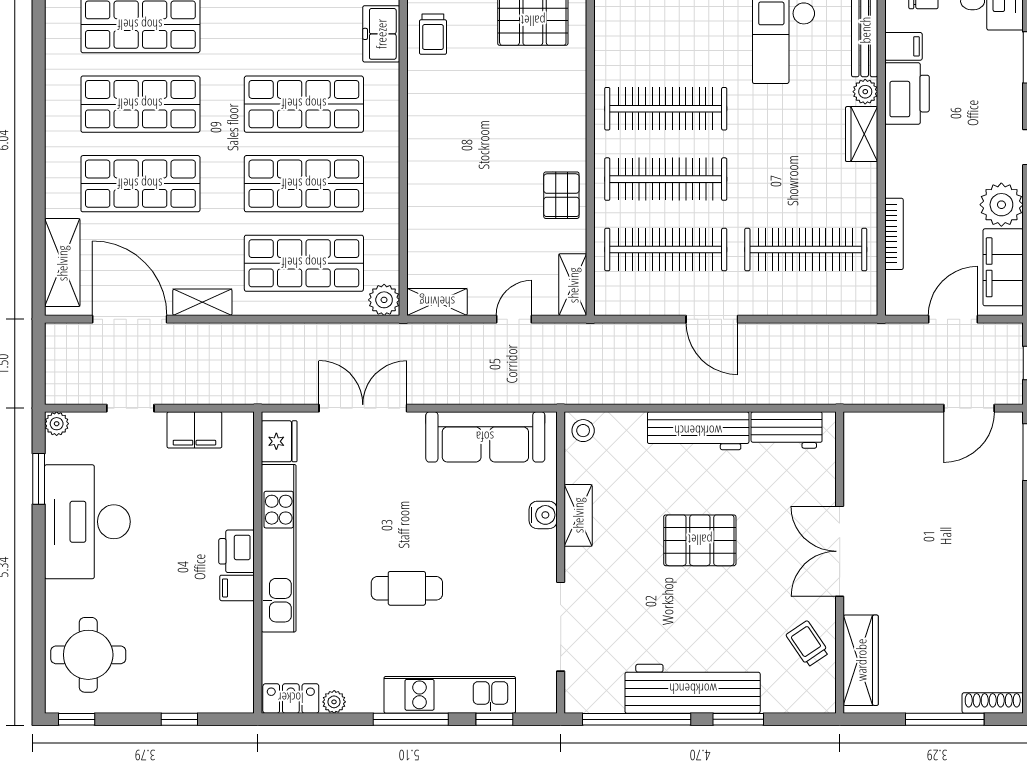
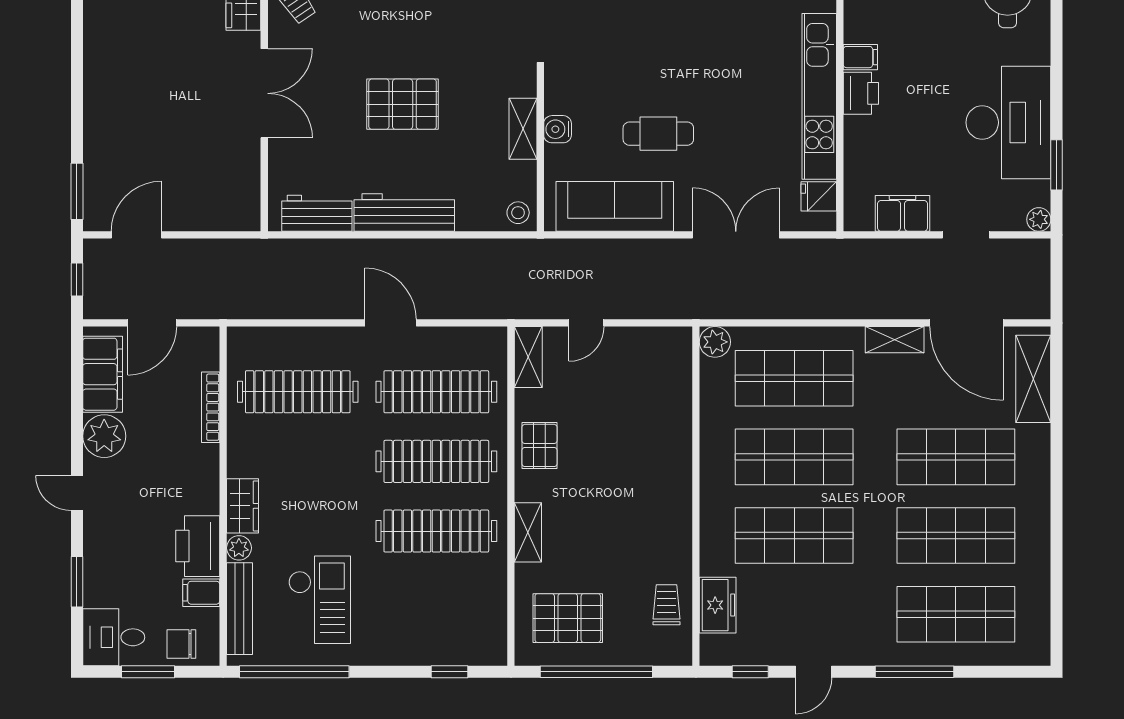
shelving: (437, 302) -> (528, 532), moved, turned 90
double door: (363, 408) -> (736, 235), swing flipped
fridge: (279, 441) -> (819, 196), width x0.72
cafe table: (407, 588) -> (658, 134), moved

